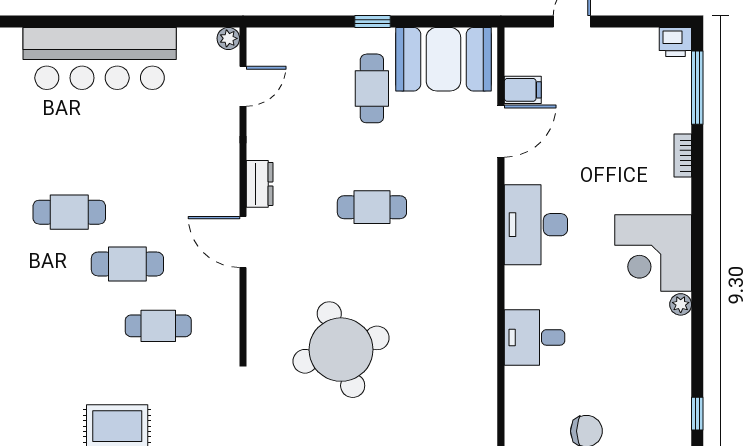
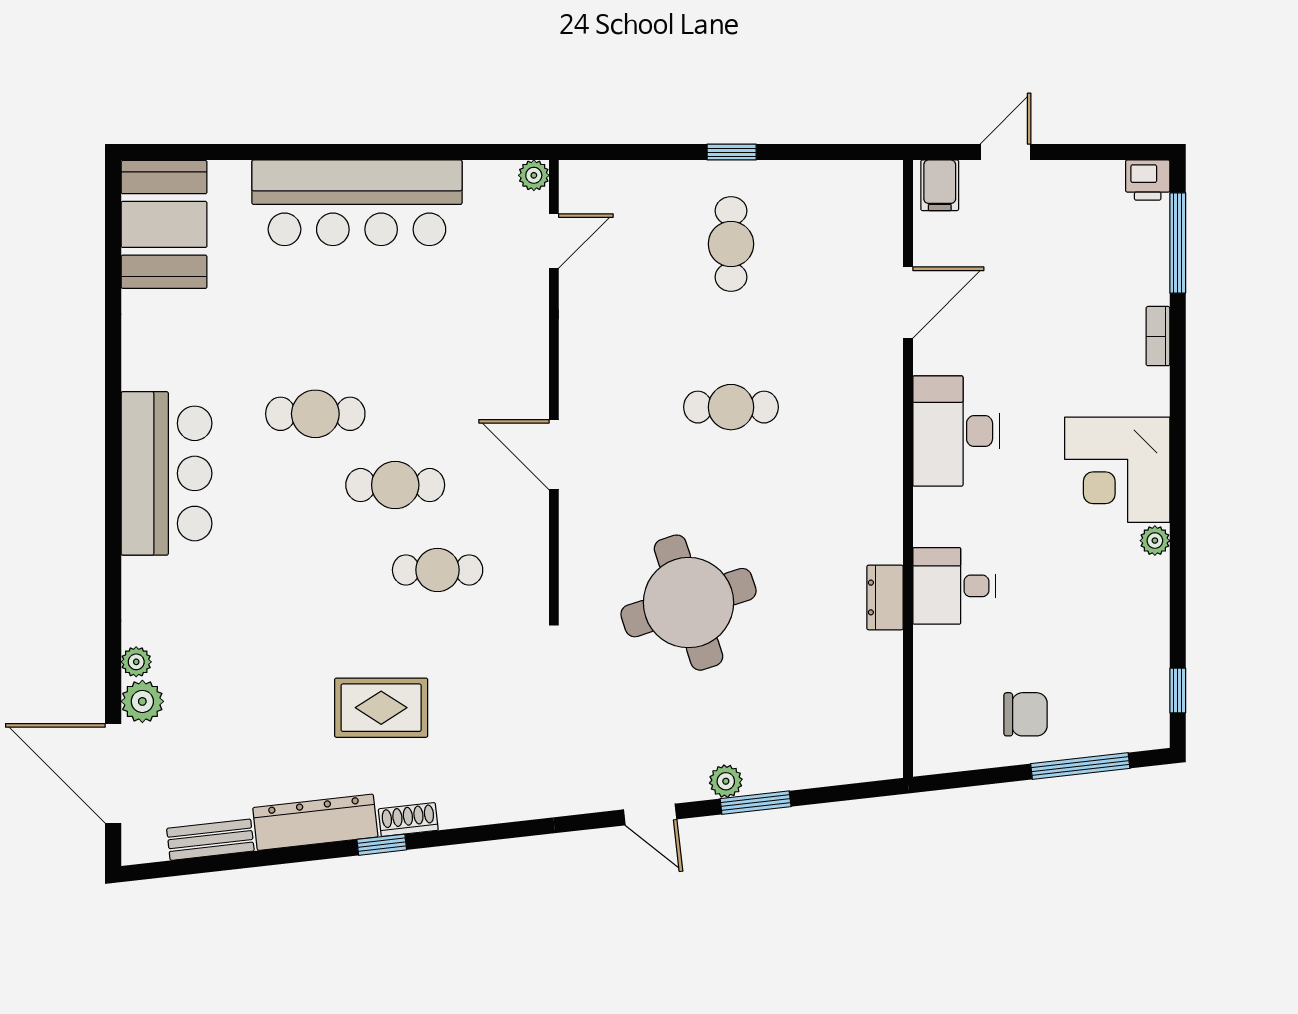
booth: (443, 59) -> (829, 204), removed
filing cabinet: (523, 90) -> (940, 185), moved, turned 90
dresser: (260, 184) -> (885, 597), moved, turned 180

